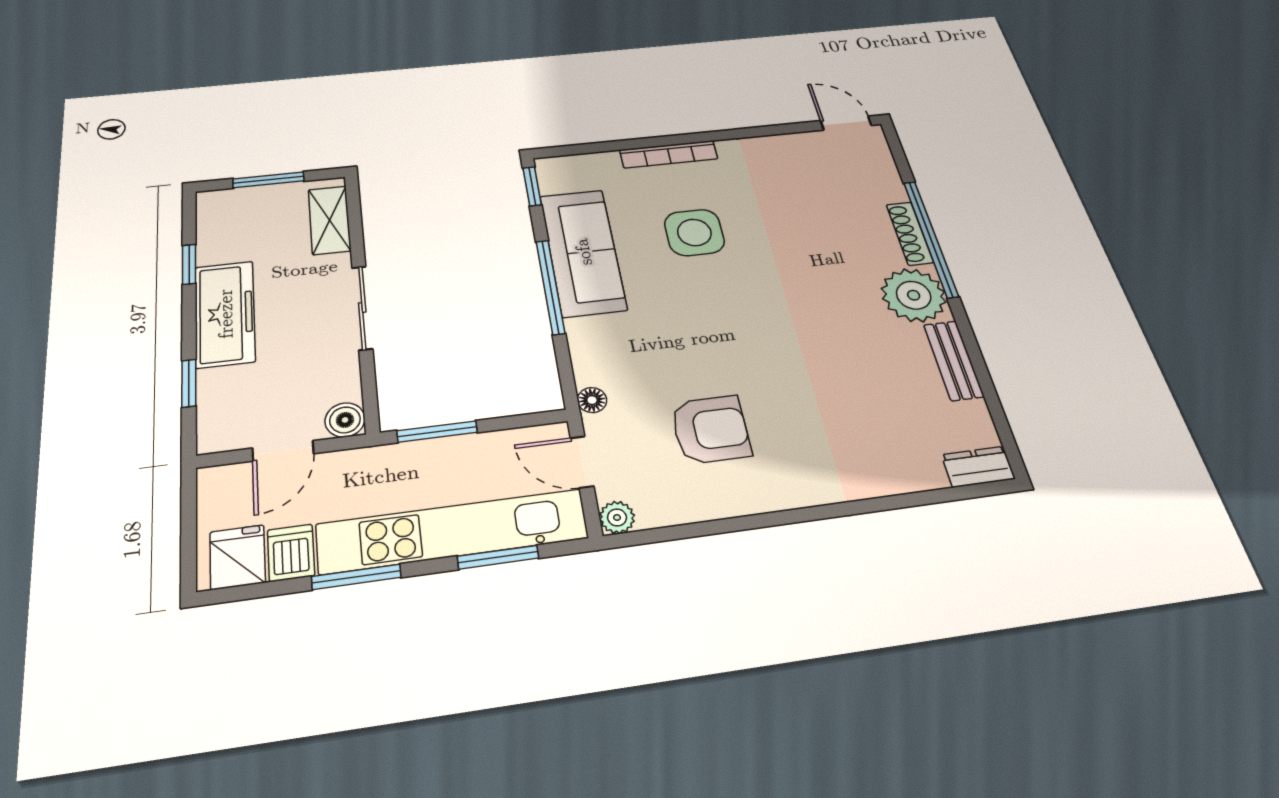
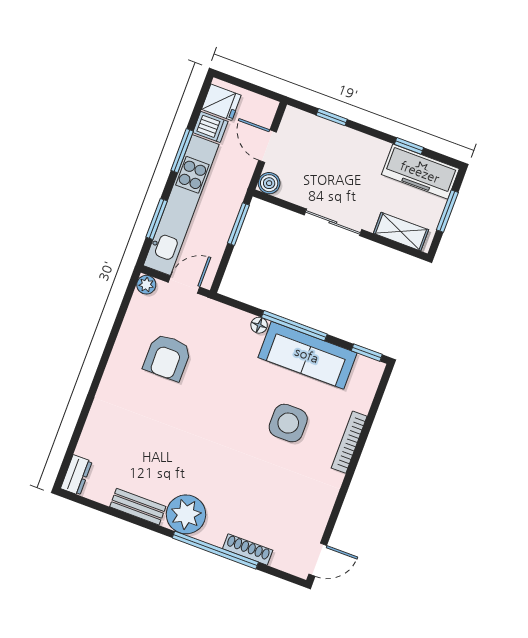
shoe rack: (910, 233) -> (248, 550), moved
freezer: (225, 314) -> (420, 172), moved
floor lamp: (592, 400) -> (259, 325), moved

